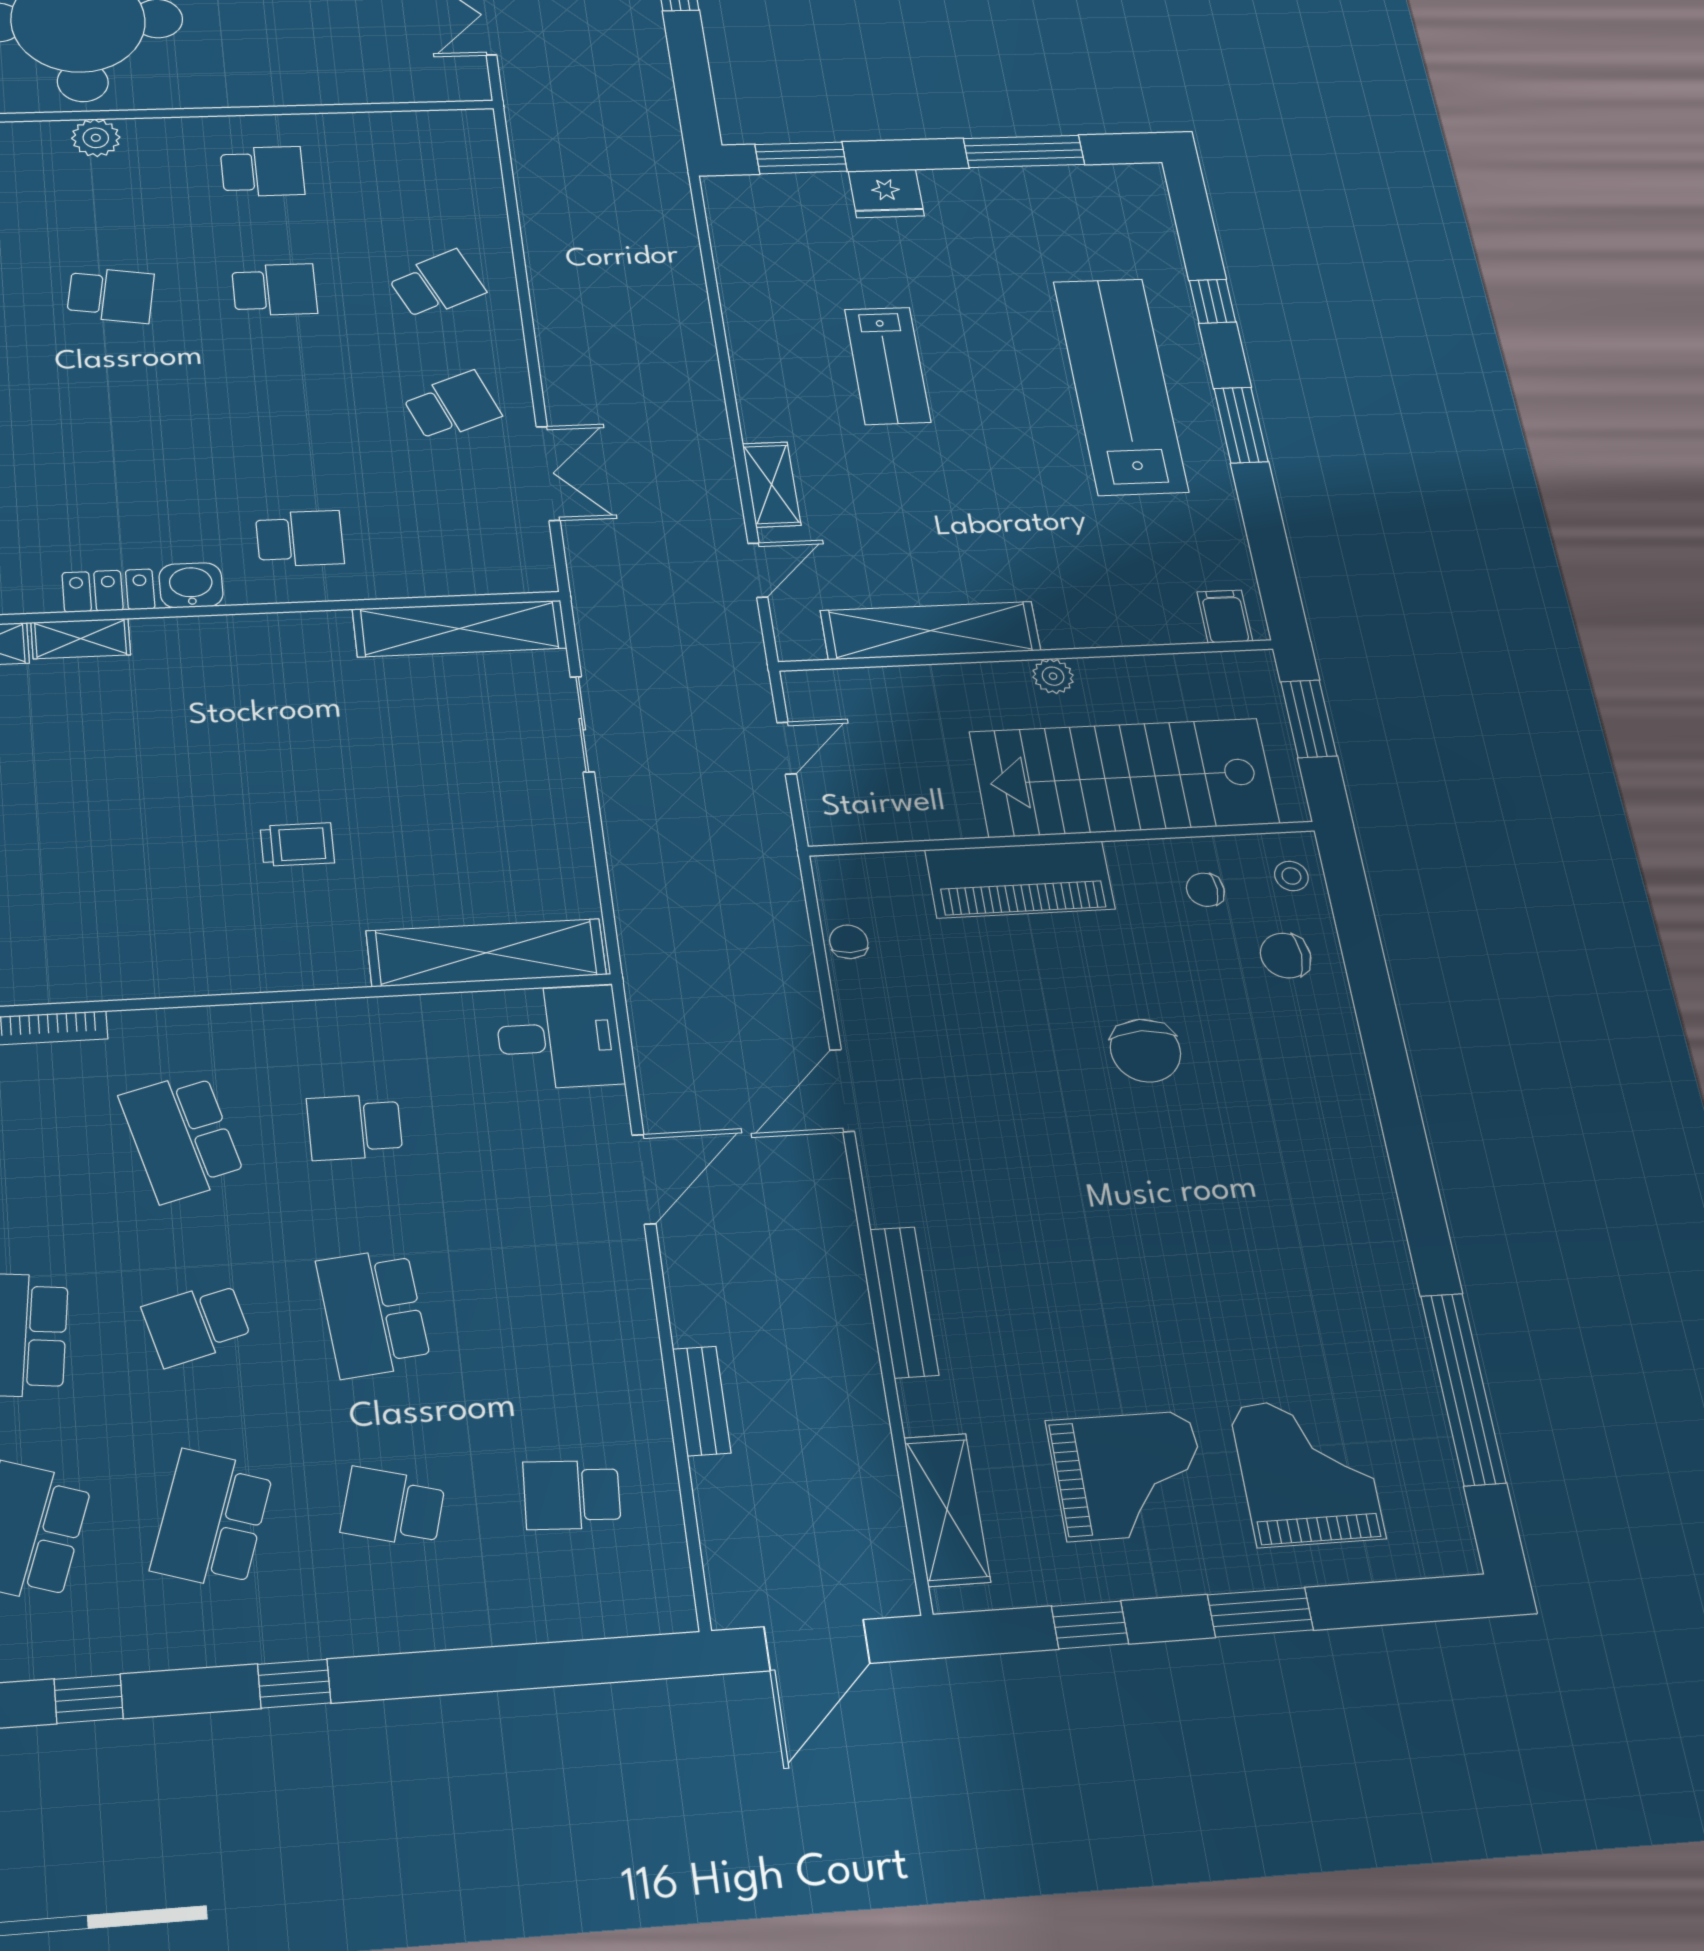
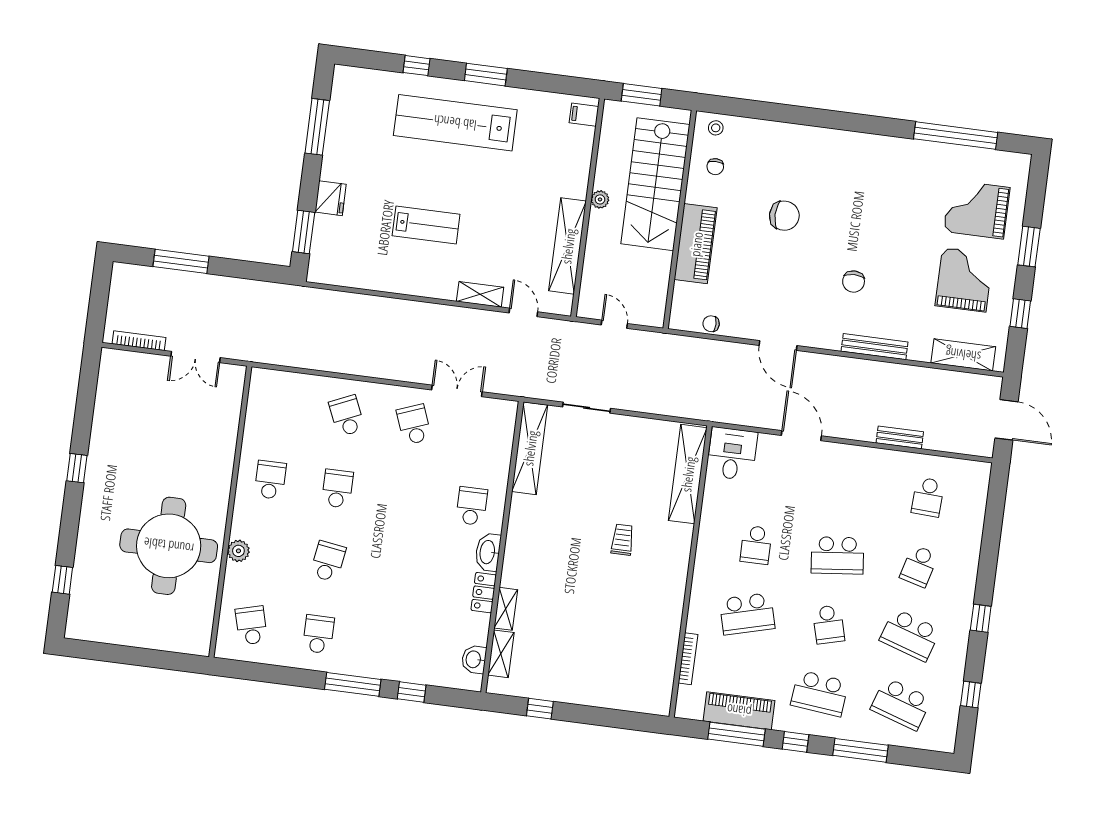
washbasin: (191, 585) -> (488, 552), width x1.38
chair: (1286, 956) -> (854, 282), moved

